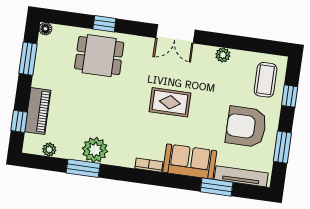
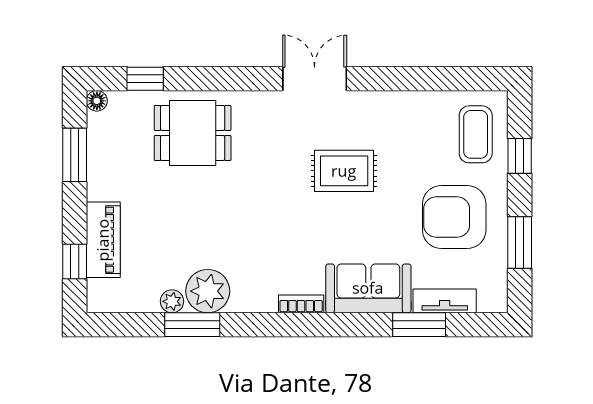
window: (104, 24) -> (145, 79), moved
double door: (175, 34) -> (315, 79), swing flipped
plant: (223, 55) -> (399, 103), removed
rug: (170, 102) -> (344, 171), moved
plant: (49, 150) -> (172, 301), moved
tv unit: (241, 176) -> (445, 301), width x0.71

